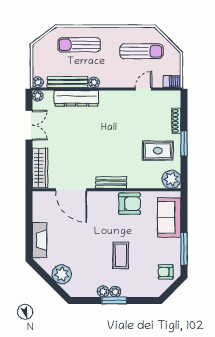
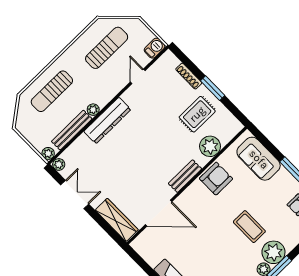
dresser: (76, 98) -> (107, 120), moved
plant: (171, 179) -> (210, 146), moved
plant: (115, 292) -> (273, 252), width x1.88, depth x1.88

